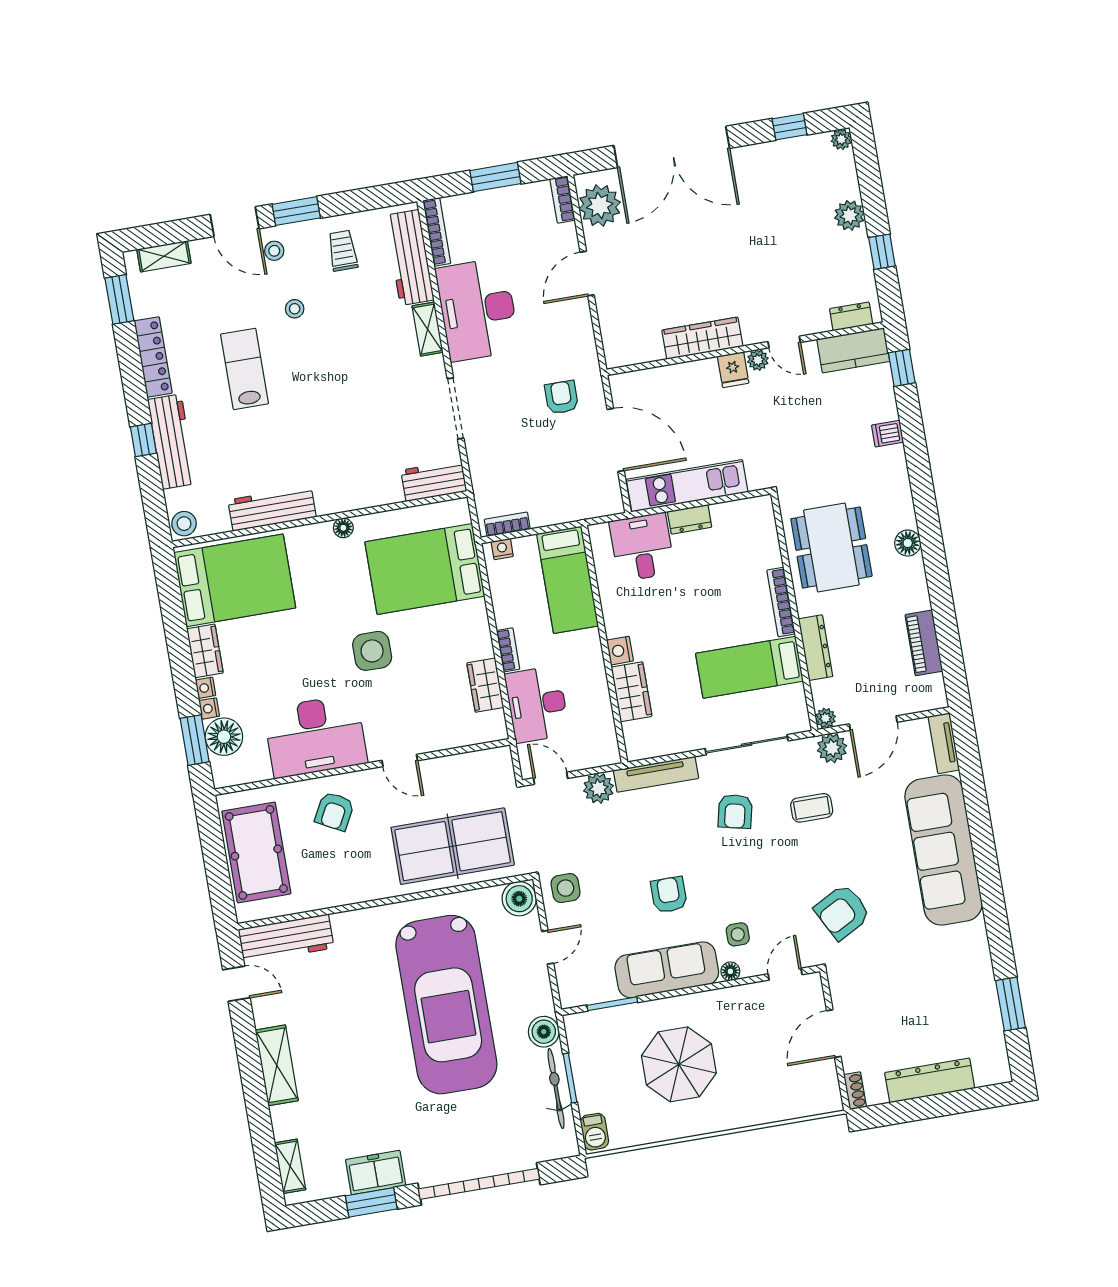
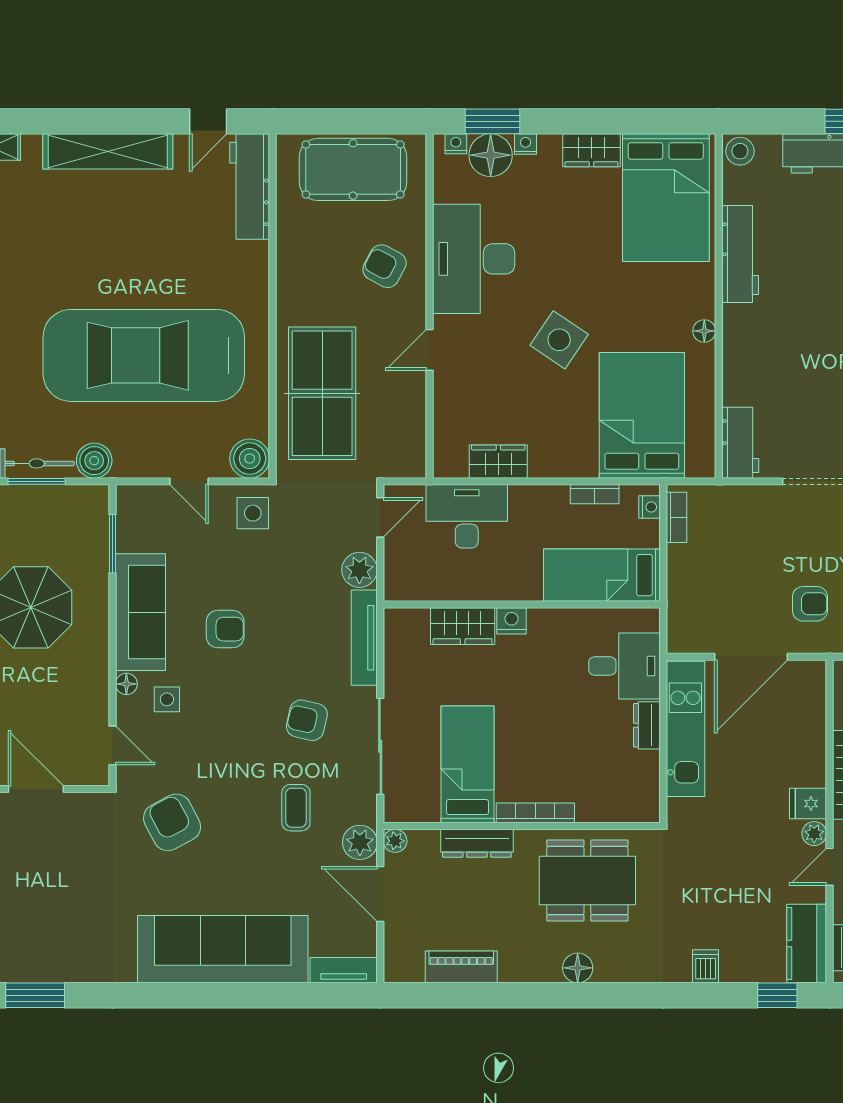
bookcase: (508, 650) -> (595, 494), moved
side table: (372, 651) -> (559, 340), turned 34
nightstand: (206, 688) -> (456, 144), moved
shelving: (277, 1065) -> (108, 151), width x1.47

